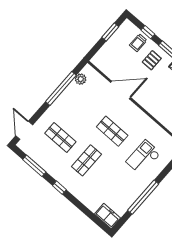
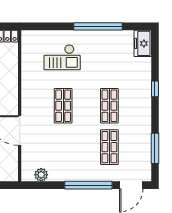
window: (61, 88) -> (88, 185), moved
shop shelf: (87, 160) -> (109, 106), turned 90
window: (59, 188) -> (155, 89), moved

